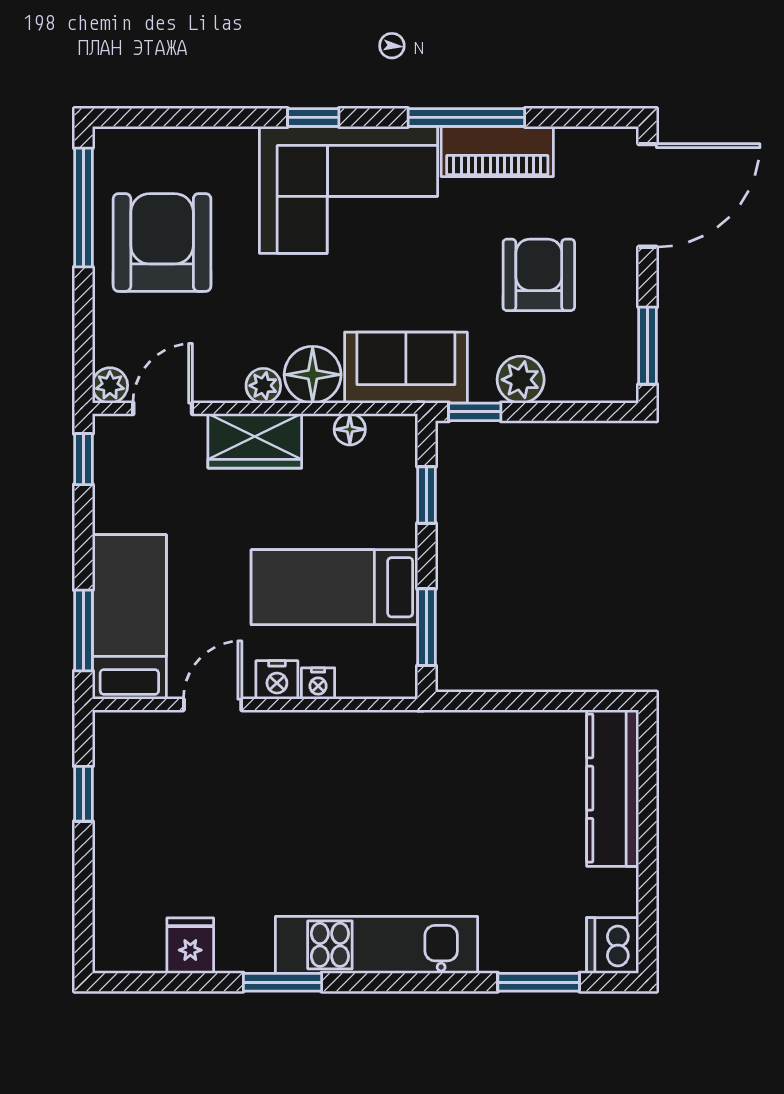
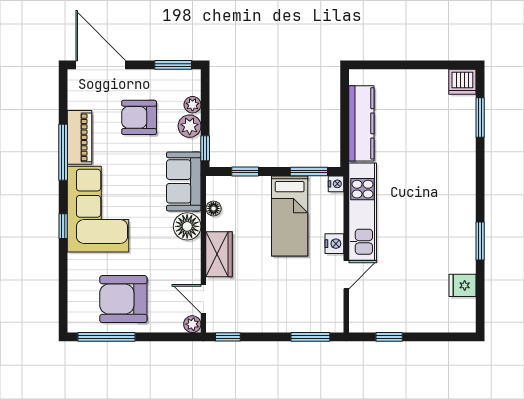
plant: (263, 386) -> (192, 105), moved
bed: (129, 617) -> (304, 315), removed
nightstand: (318, 684) -> (336, 184), moved
door: (213, 705) -> (346, 275), swing flipped
kitchen counter: (613, 788) -> (361, 123), moved, turned -90
kitchen unit: (376, 945) -> (363, 212), moved, turned 180

